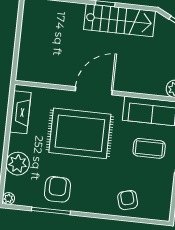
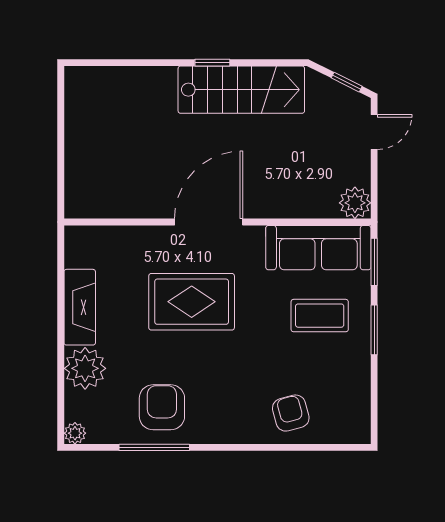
fireplace: (20, 112) -> (80, 307), moved
rug: (80, 133) -> (192, 302), width x0.73, depth x0.69

